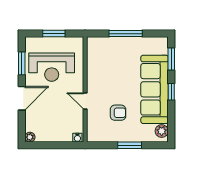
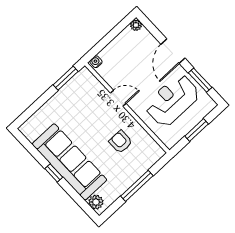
window: (171, 59) -> (79, 200), removed
armchair: (118, 113) -> (121, 142), moved, turned 90
plant: (162, 131) -> (96, 202), moved
window: (130, 145) -> (66, 78), moved

